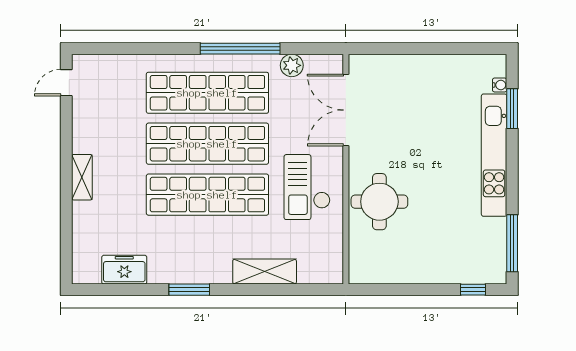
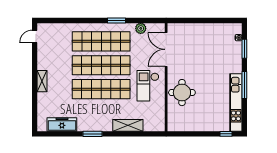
window: (240, 49) -> (116, 21), width x0.47
kitchen unit: (494, 155) -> (236, 103), moved
window: (512, 243) -> (244, 85), moved
freezer: (124, 270) -> (62, 125), width x1.40

